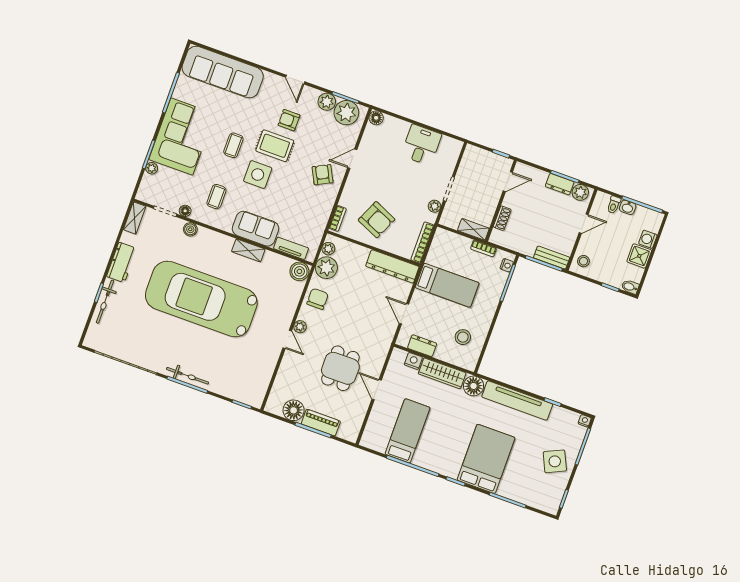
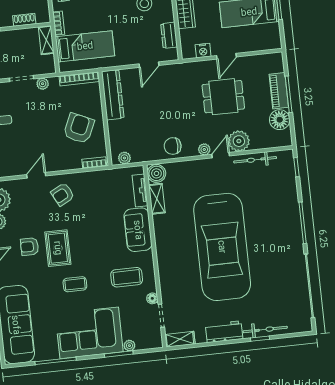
armchair: (289, 120) -> (30, 247), turned 90
door: (352, 159) -> (36, 175), swing flipped
side table: (258, 175) -> (90, 251), removed
coffee table: (216, 197) -> (127, 277), width x1.36, depth x1.30
boiler: (190, 229) -> (166, 286), removed
shelving: (248, 250) -> (157, 199), moved
plant: (326, 268) -> (239, 141), moved
bed: (447, 285) -> (85, 46), moved, turned 90
nightstand: (413, 361) -> (203, 51), moved, turned -90
bicycle: (188, 376) -> (255, 160), moved, turned -90

